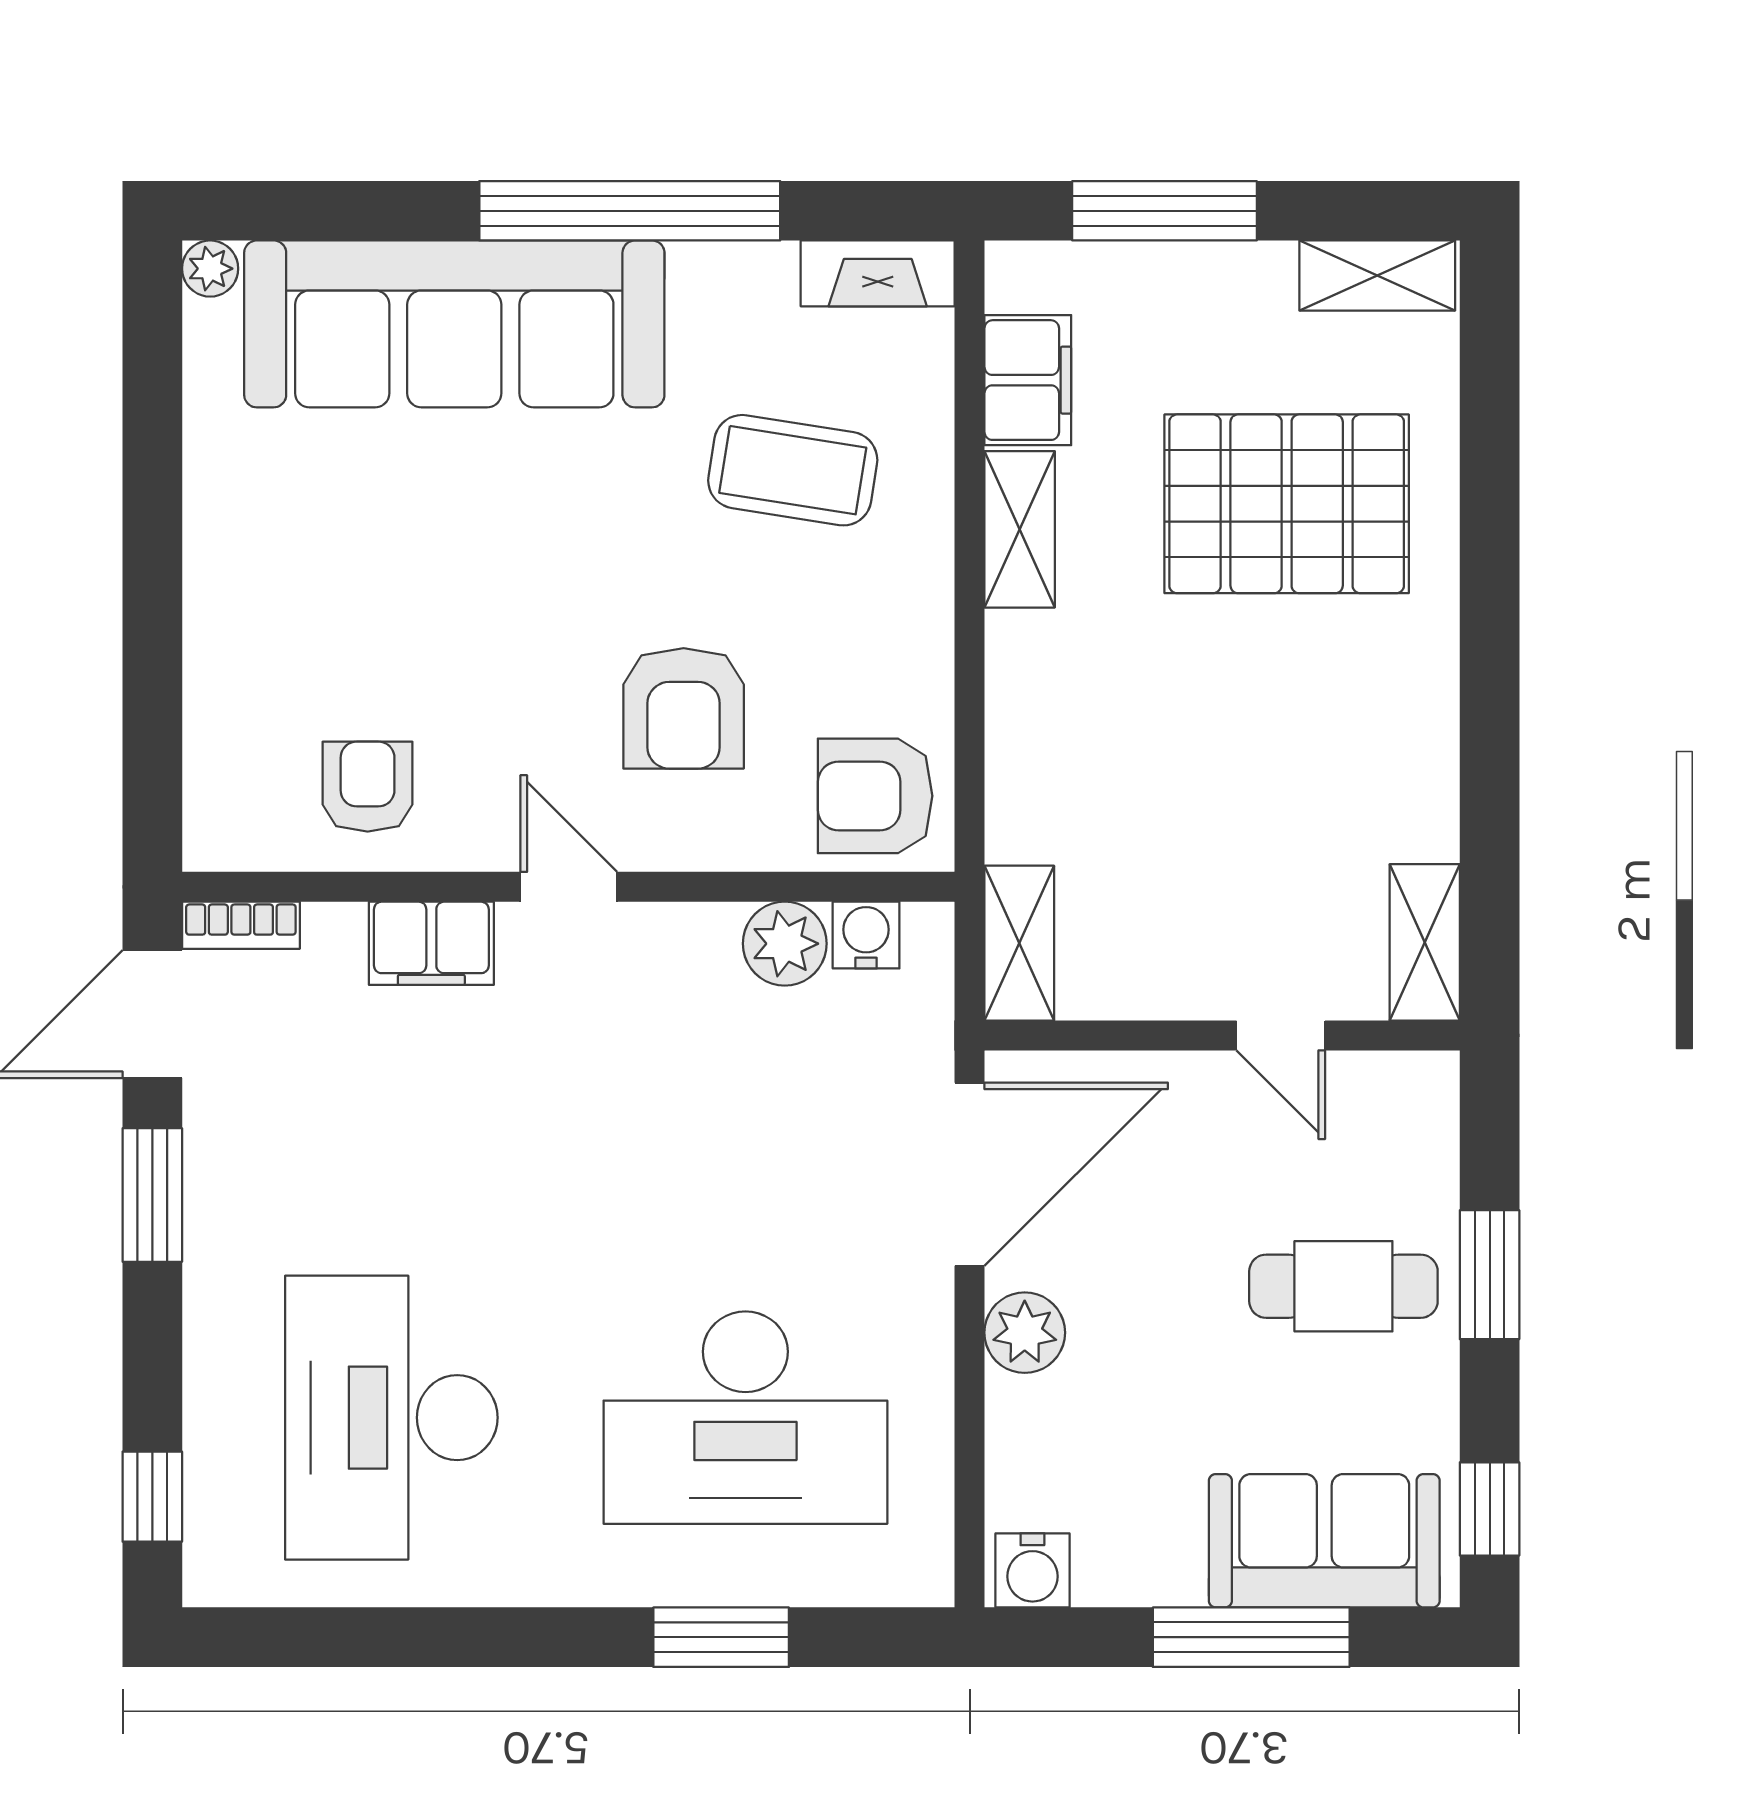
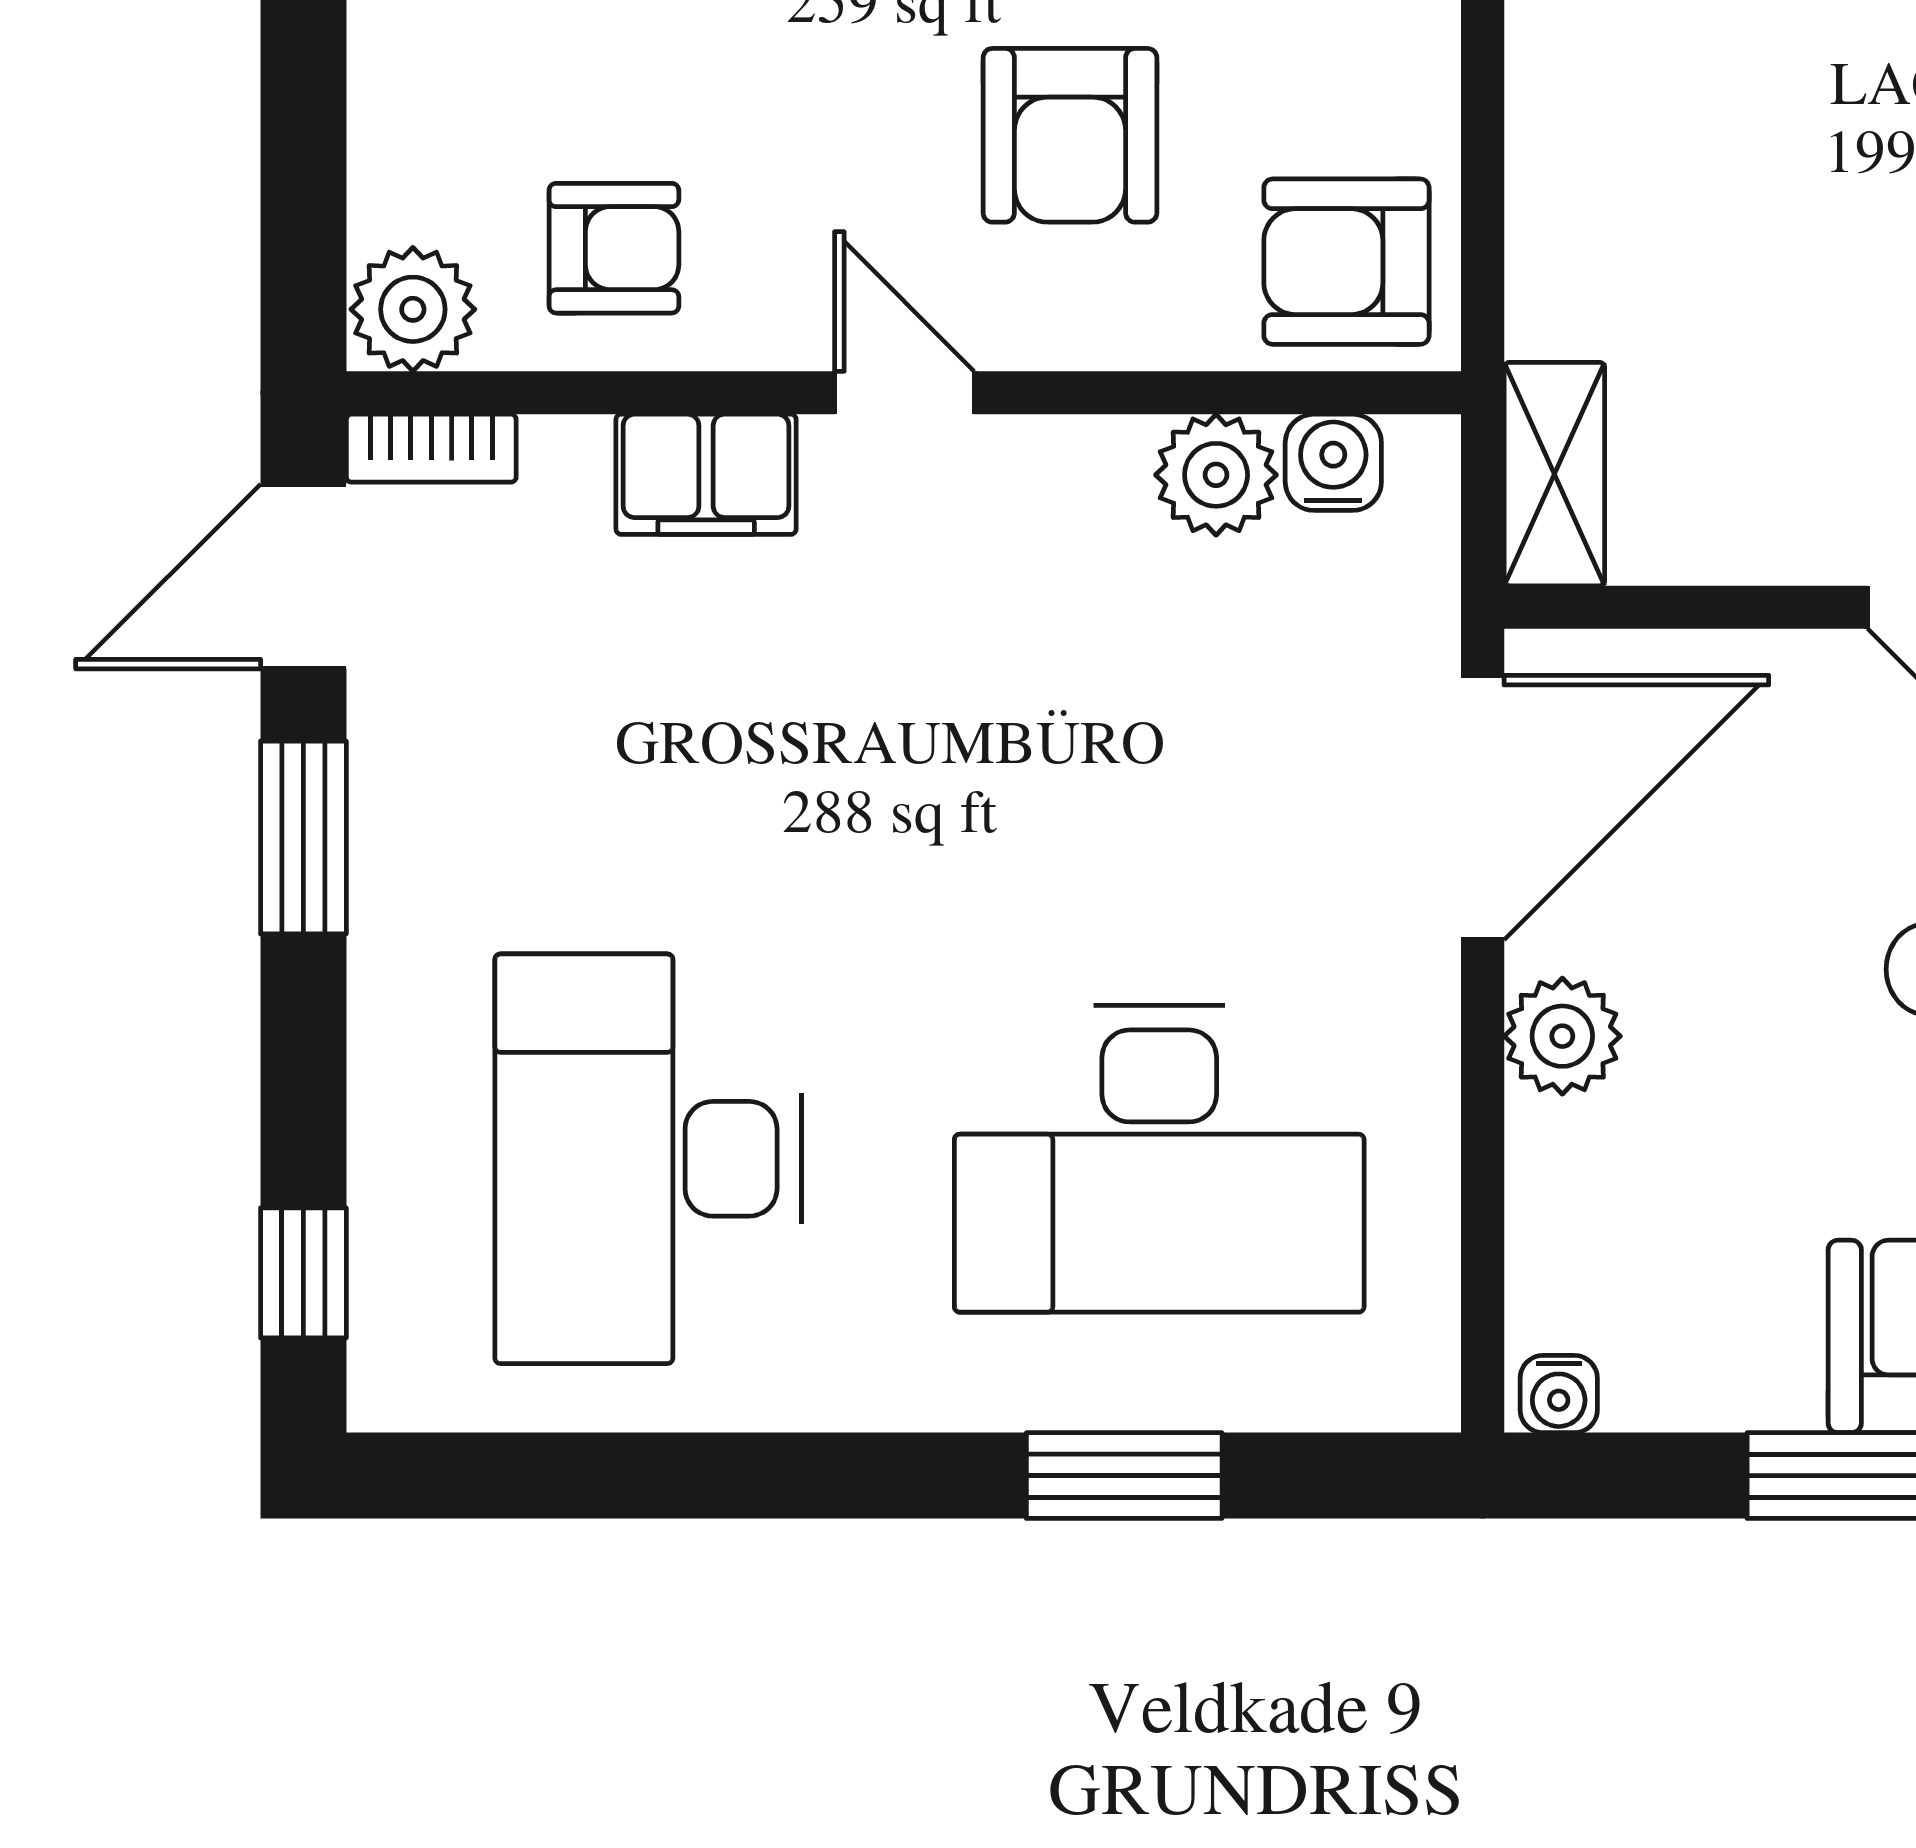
armchair: (368, 787) -> (614, 248), turned 90
plant: (228, 829) -> (413, 309), added
water cooler: (1032, 1570) -> (1559, 1394), width x0.72, depth x0.72

